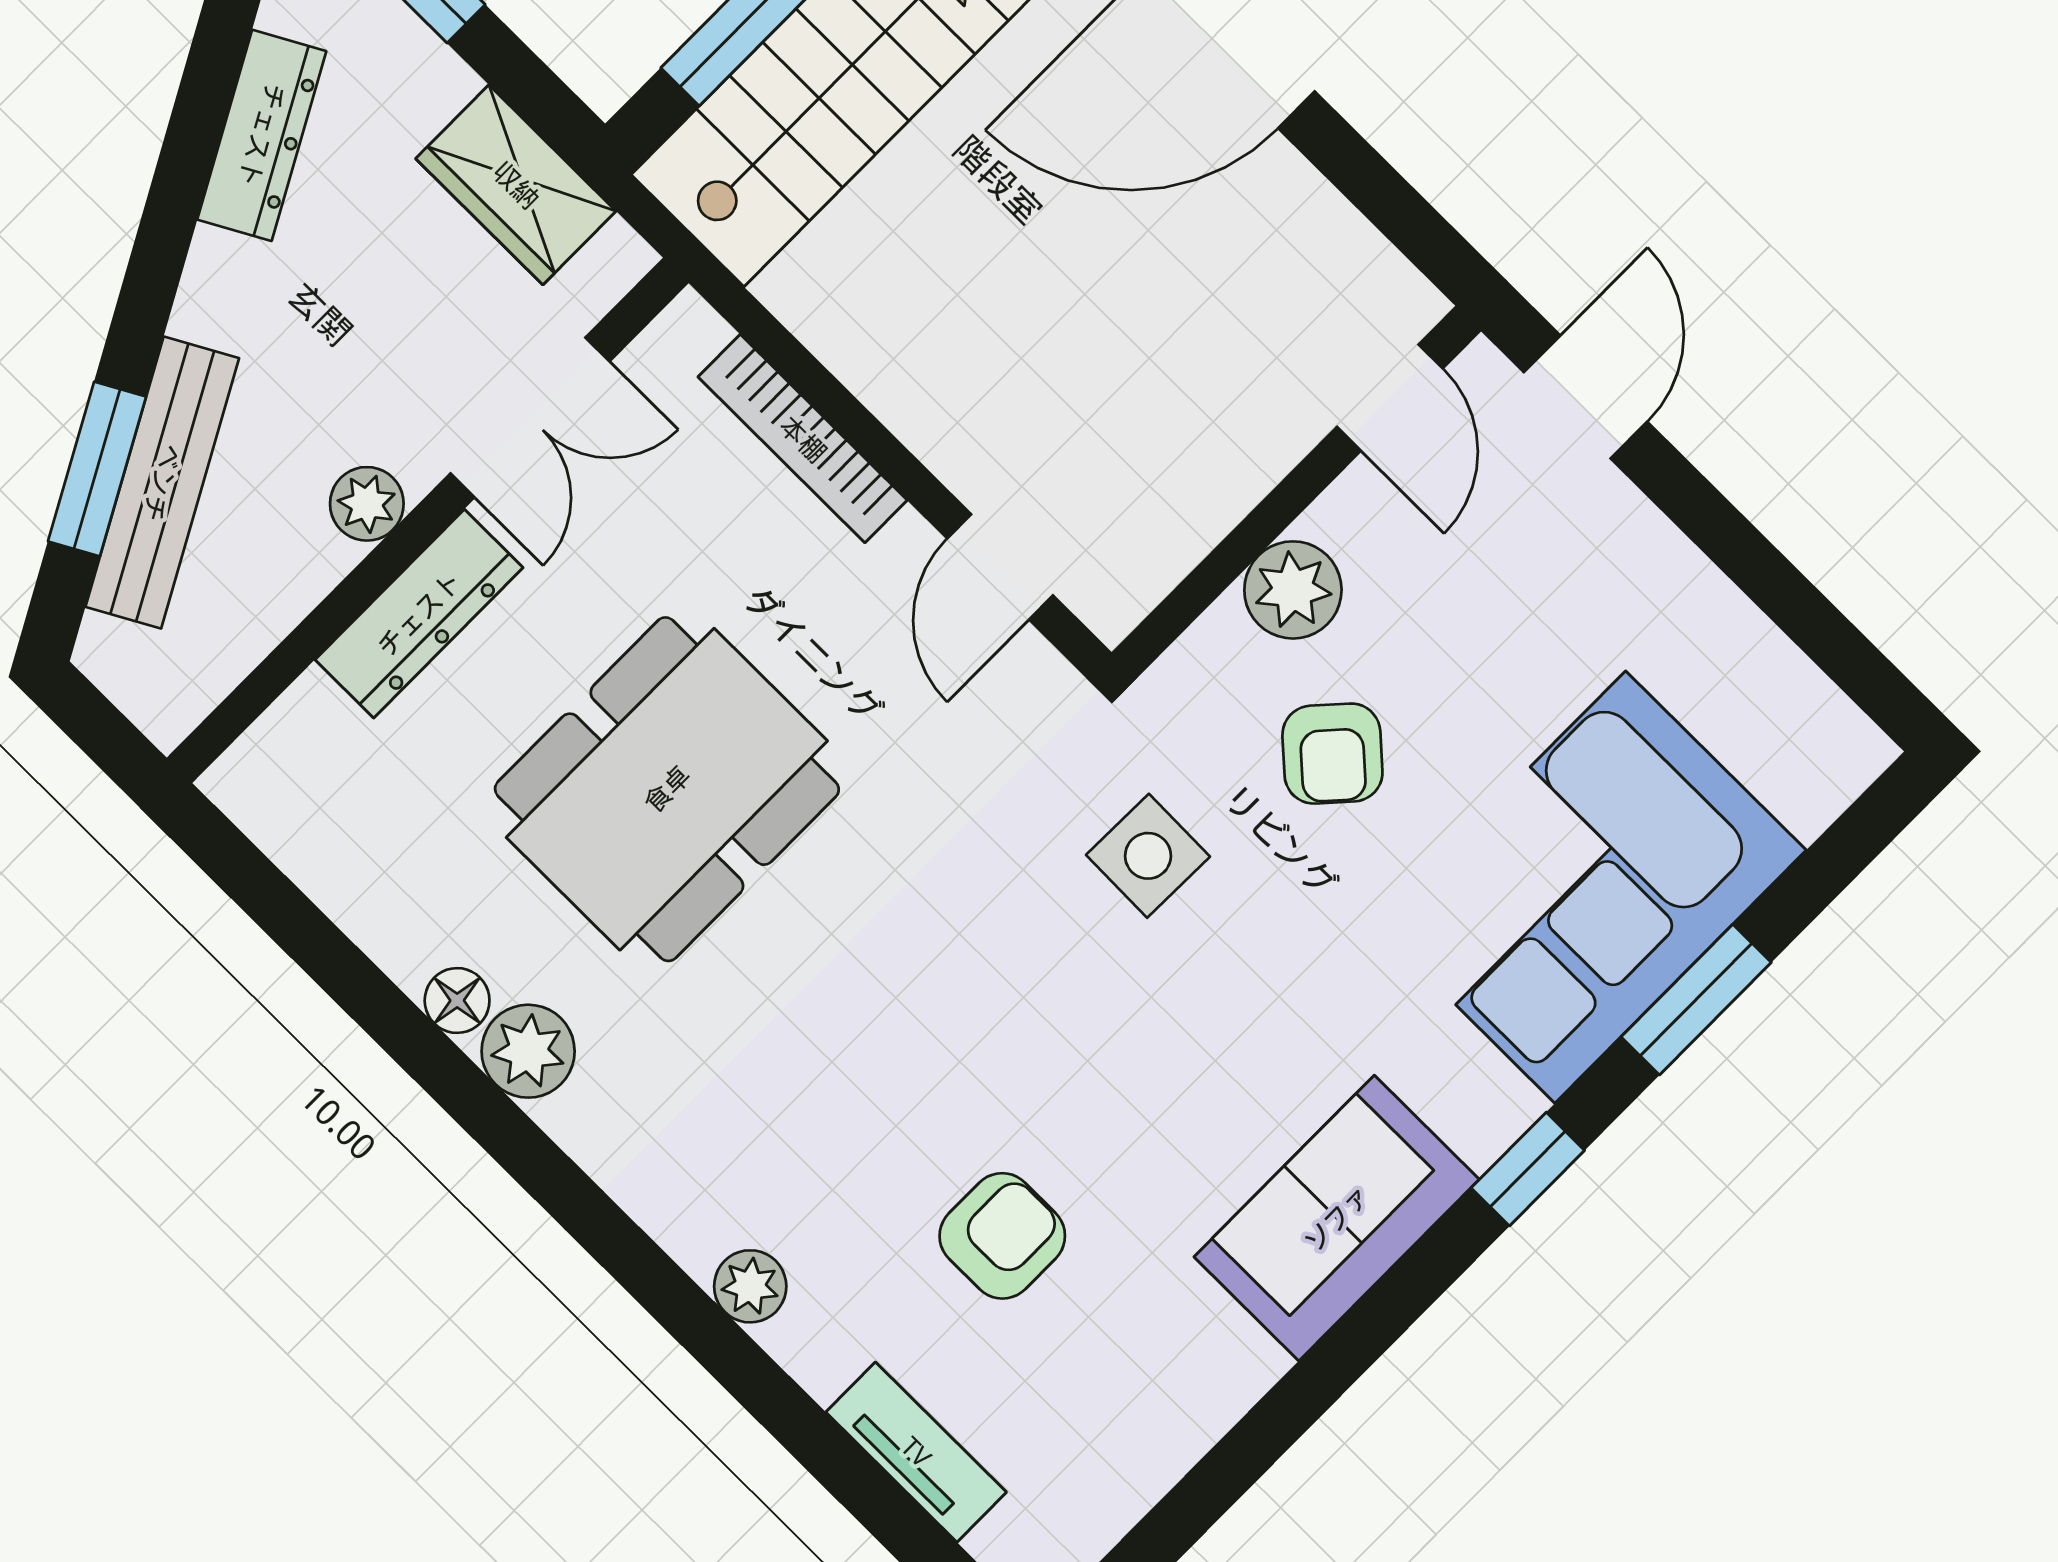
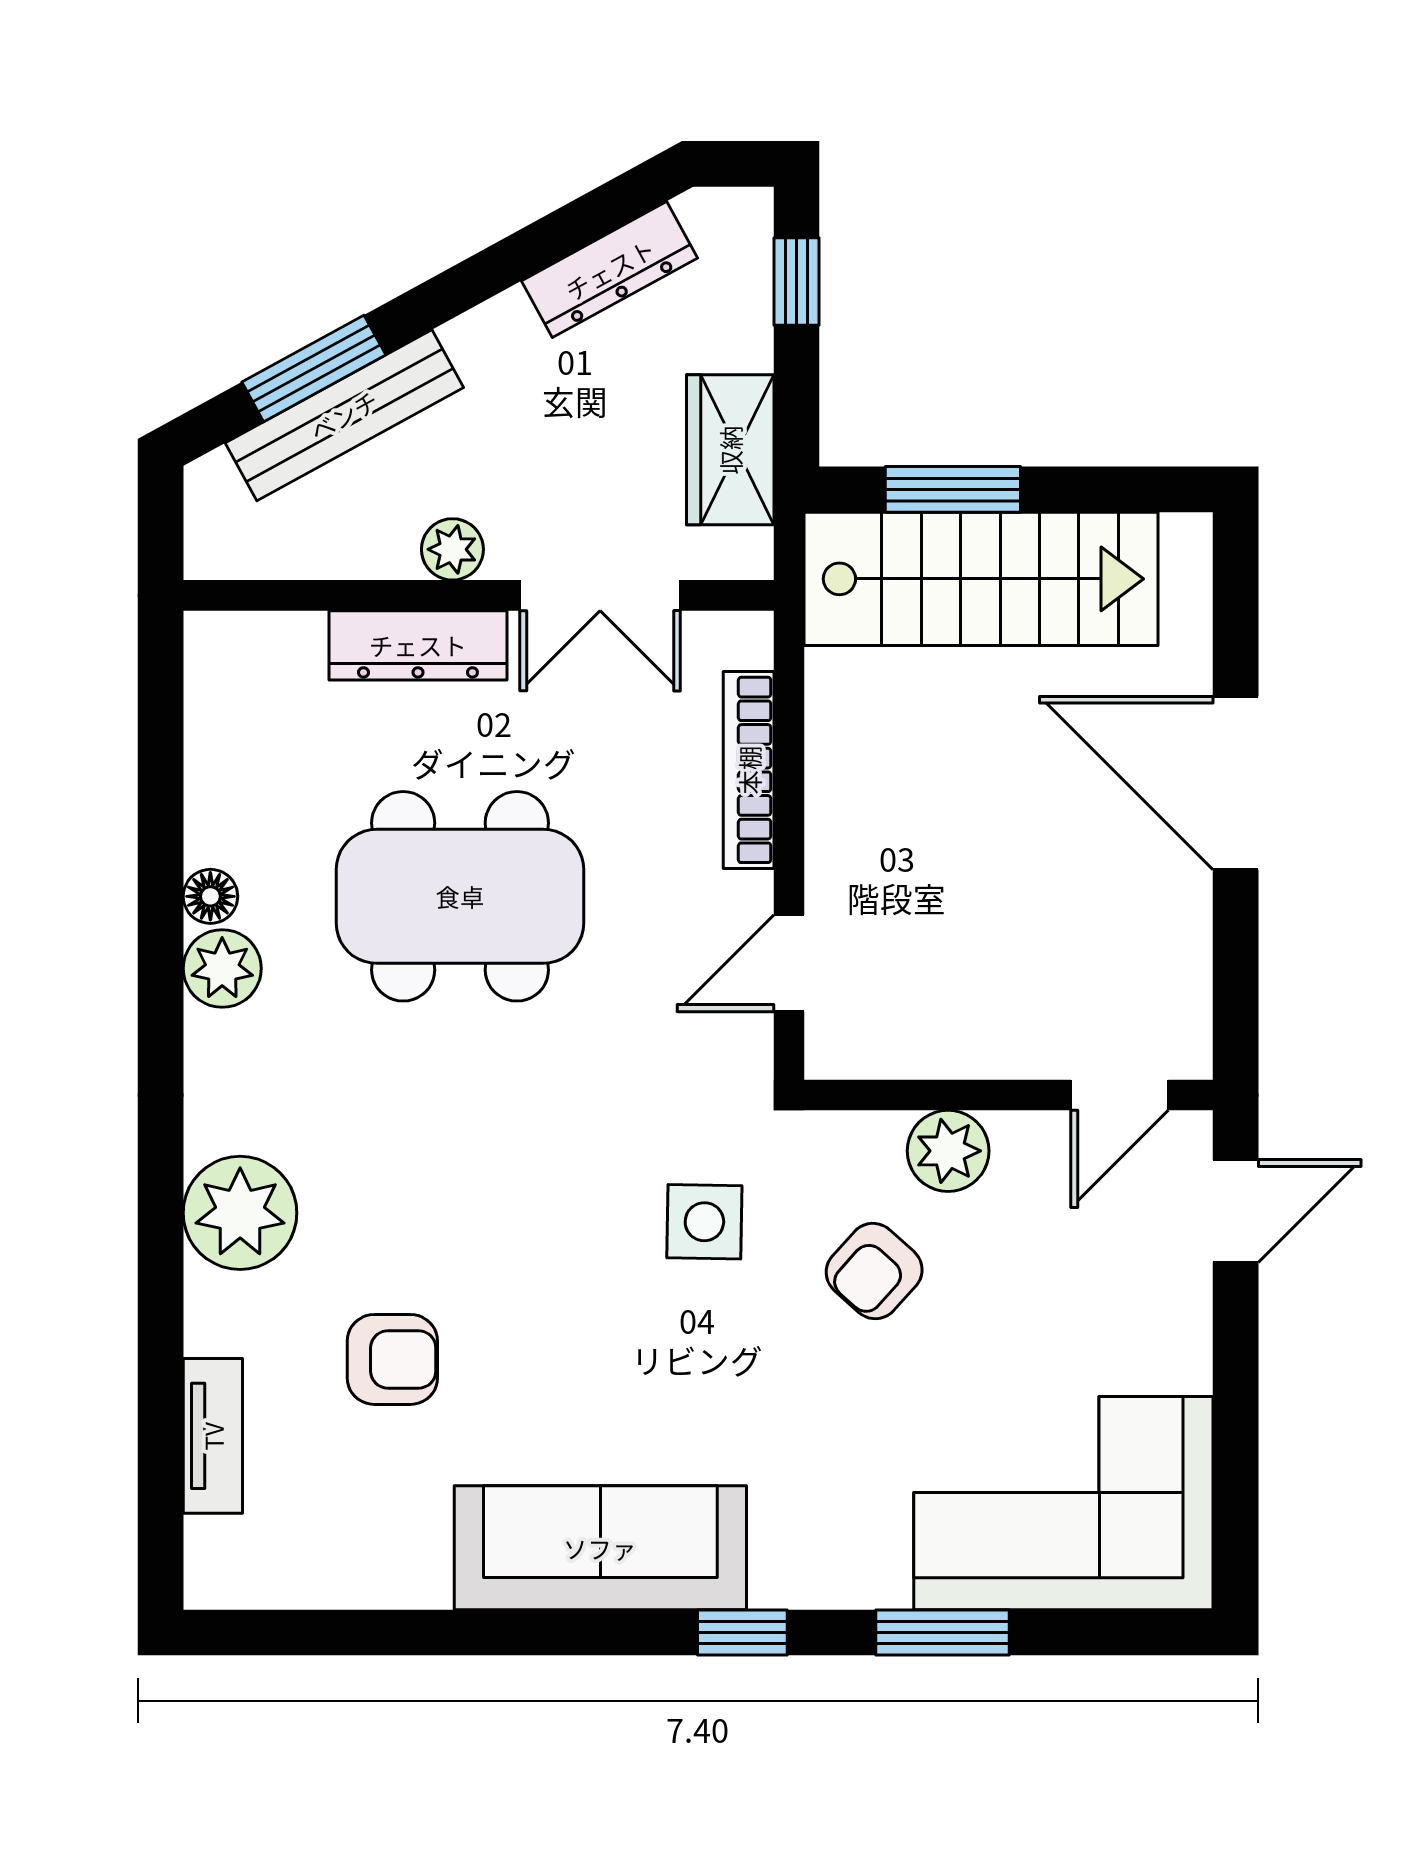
corner sofa: (1590, 887) -> (1063, 1503), moved
sofa: (1337, 1218) -> (600, 1548), width x1.36
plant: (750, 1286) -> (240, 1213), width x1.88, depth x1.88

